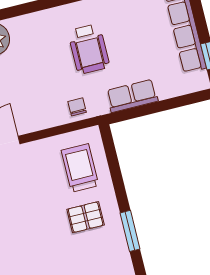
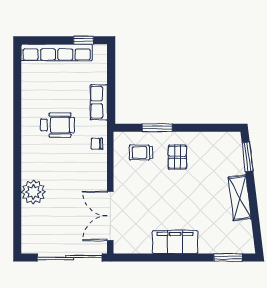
trolley: (80, 168) -> (141, 152), width x0.73, depth x0.72
window: (130, 231) -> (157, 128), moved

